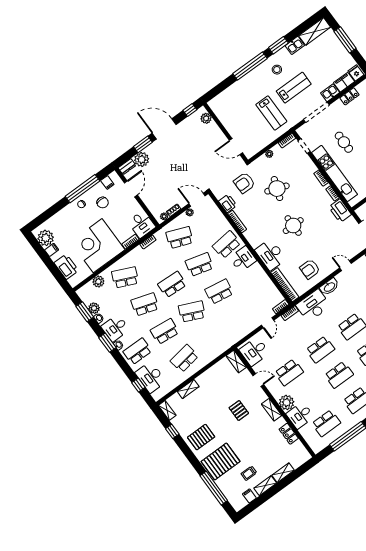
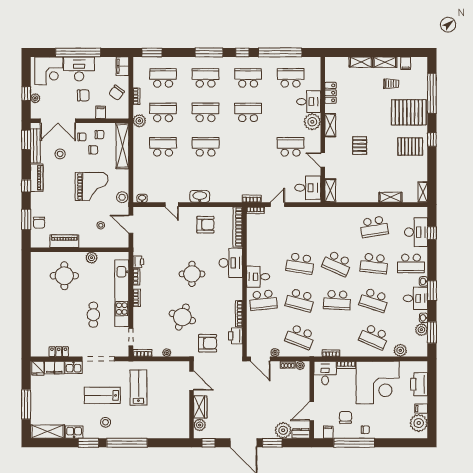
wardrobe: (215, 132) -> (200, 407), added
printer: (340, 211) -> (138, 262), width x0.53, depth x0.68
desk: (313, 306) -> (226, 190), removed
school desk: (320, 349) -> (248, 147), removed
window: (172, 431) -> (432, 139), moved

